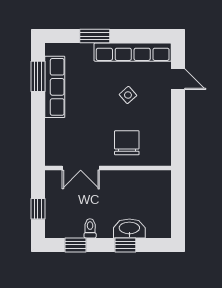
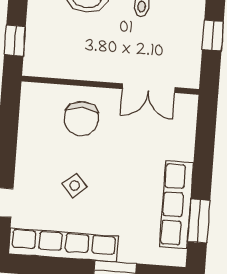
double door: (81, 168) -> (149, 88), swing flipped
window: (178, 195) -> (15, 41), added

